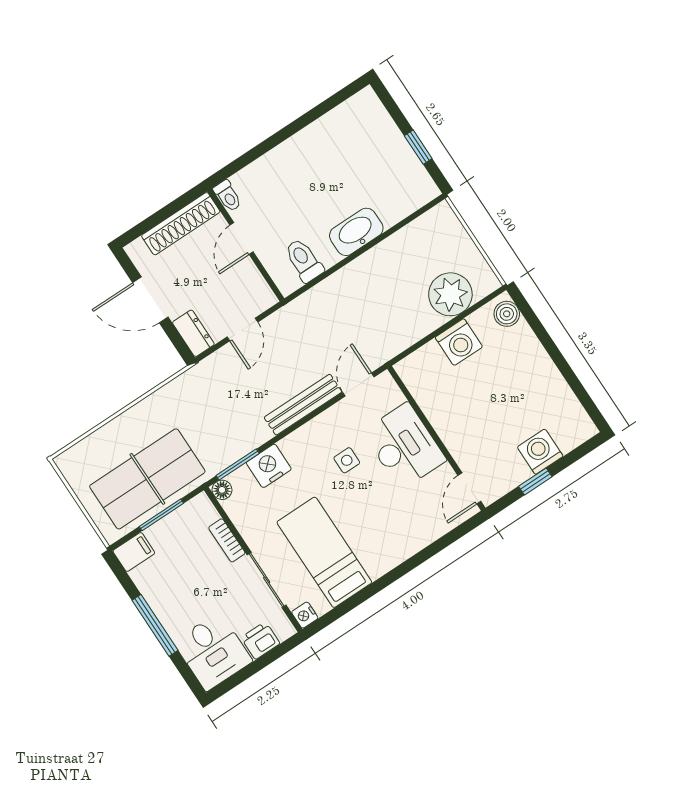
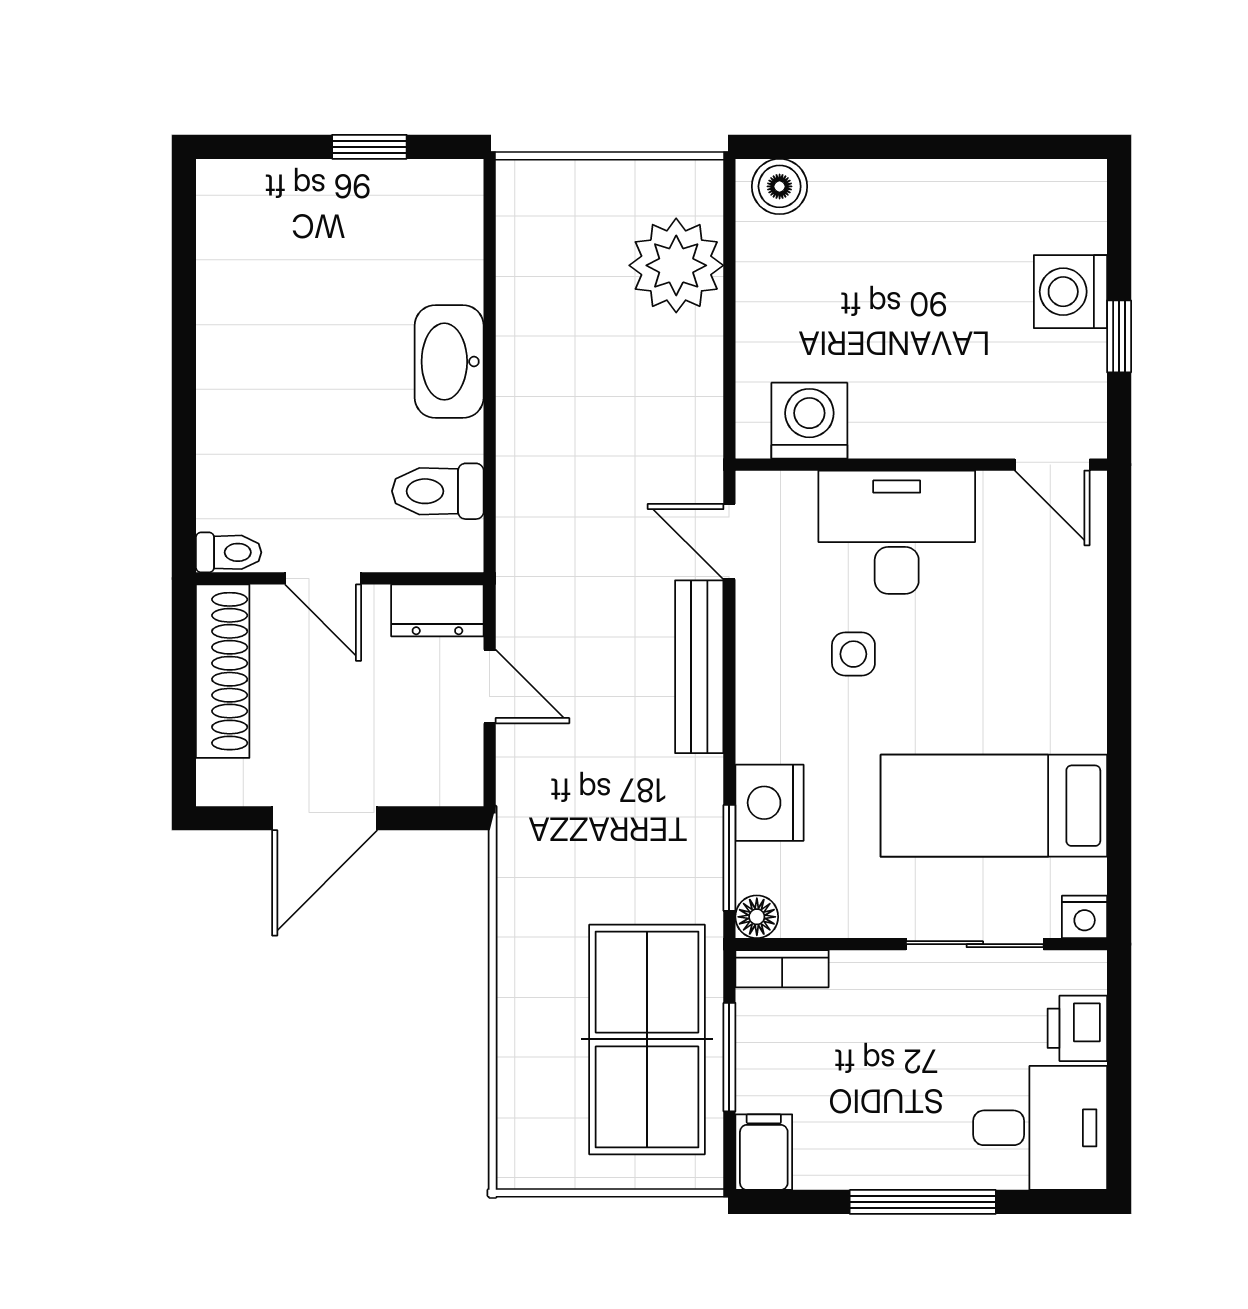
dresser: (193, 333) -> (437, 610), moved, turned 180
washing machine: (459, 342) -> (809, 421), moved, turned -90
bookcase: (227, 540) -> (782, 969), moved

